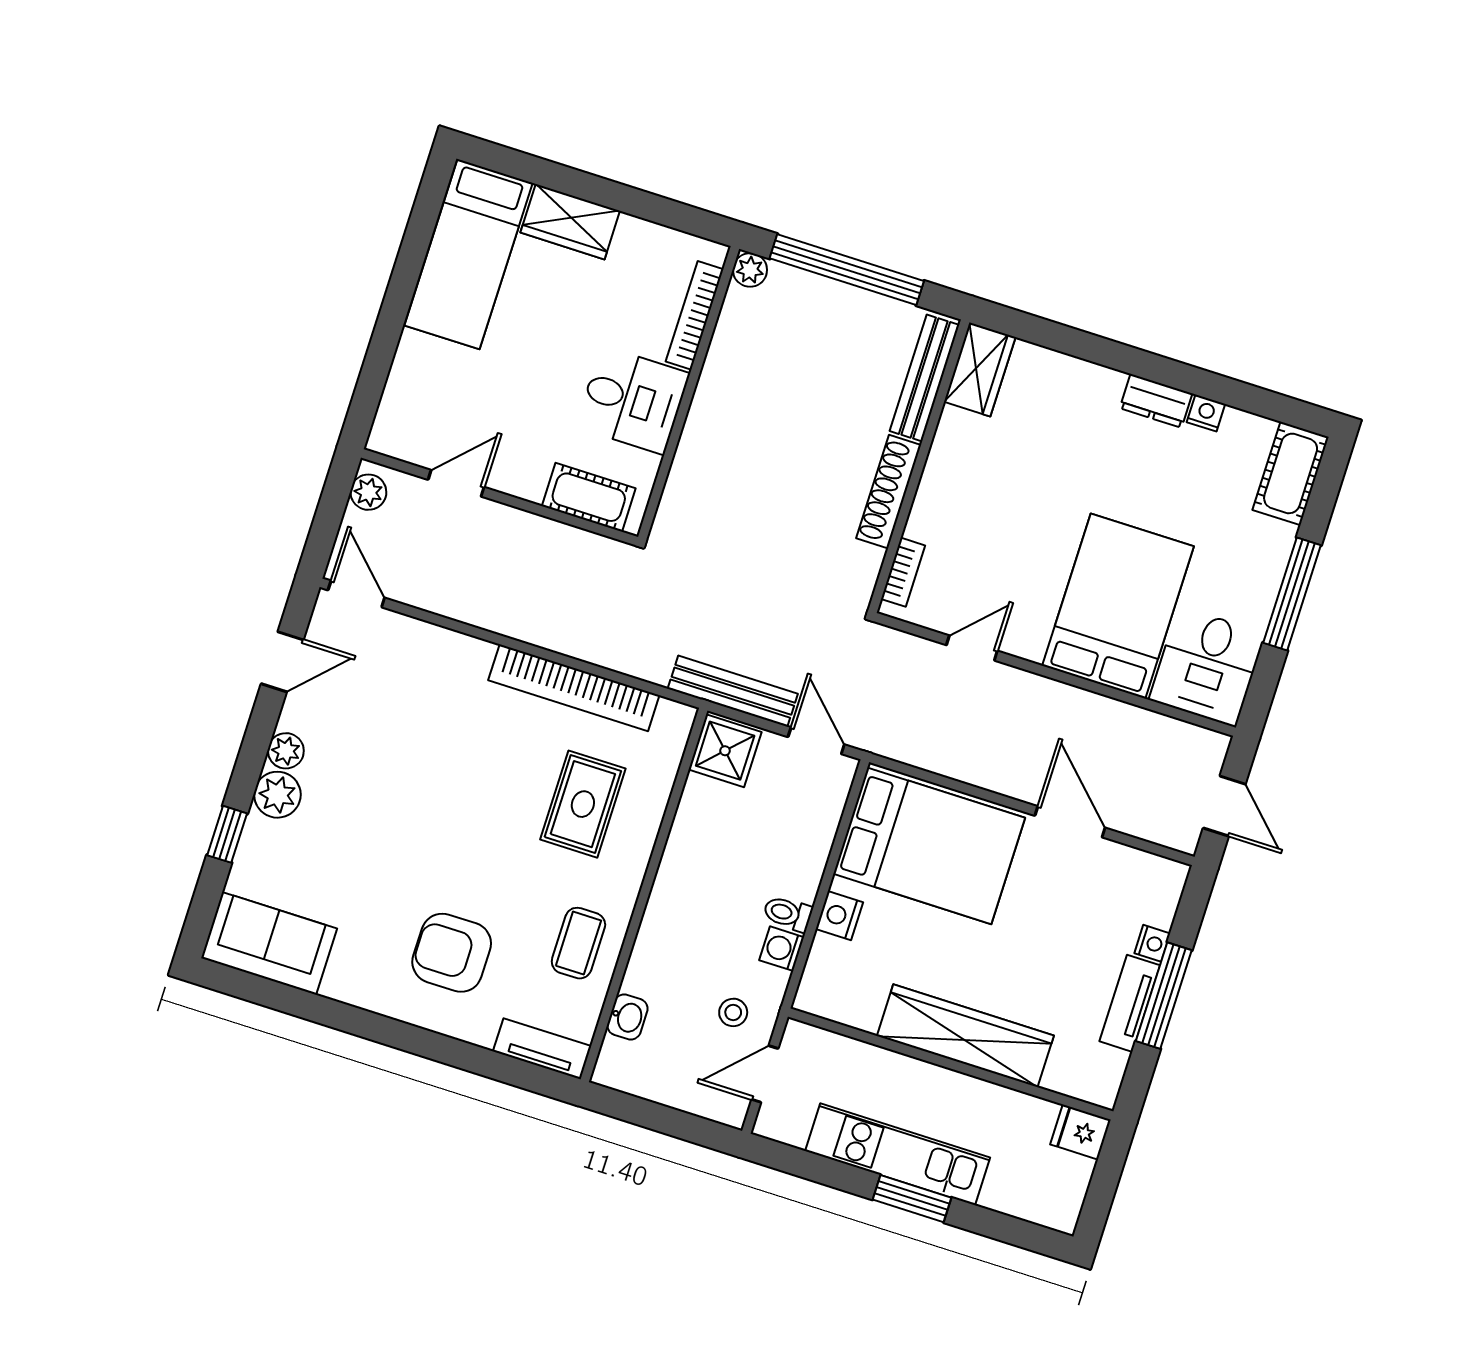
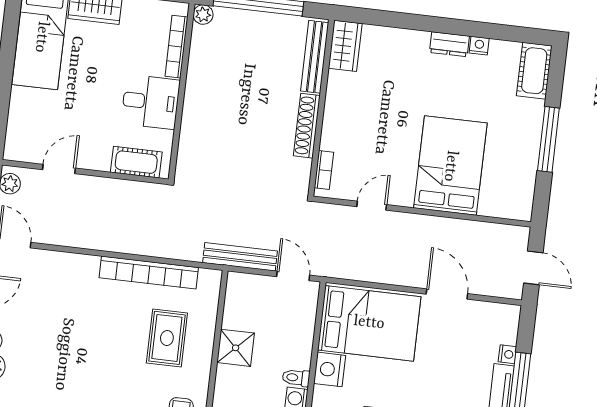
desk: (1207, 667) -> (508, 190), removed
shower: (725, 751) -> (236, 348), moved
nightstand: (839, 916) -> (330, 369), width x1.36, depth x1.33

